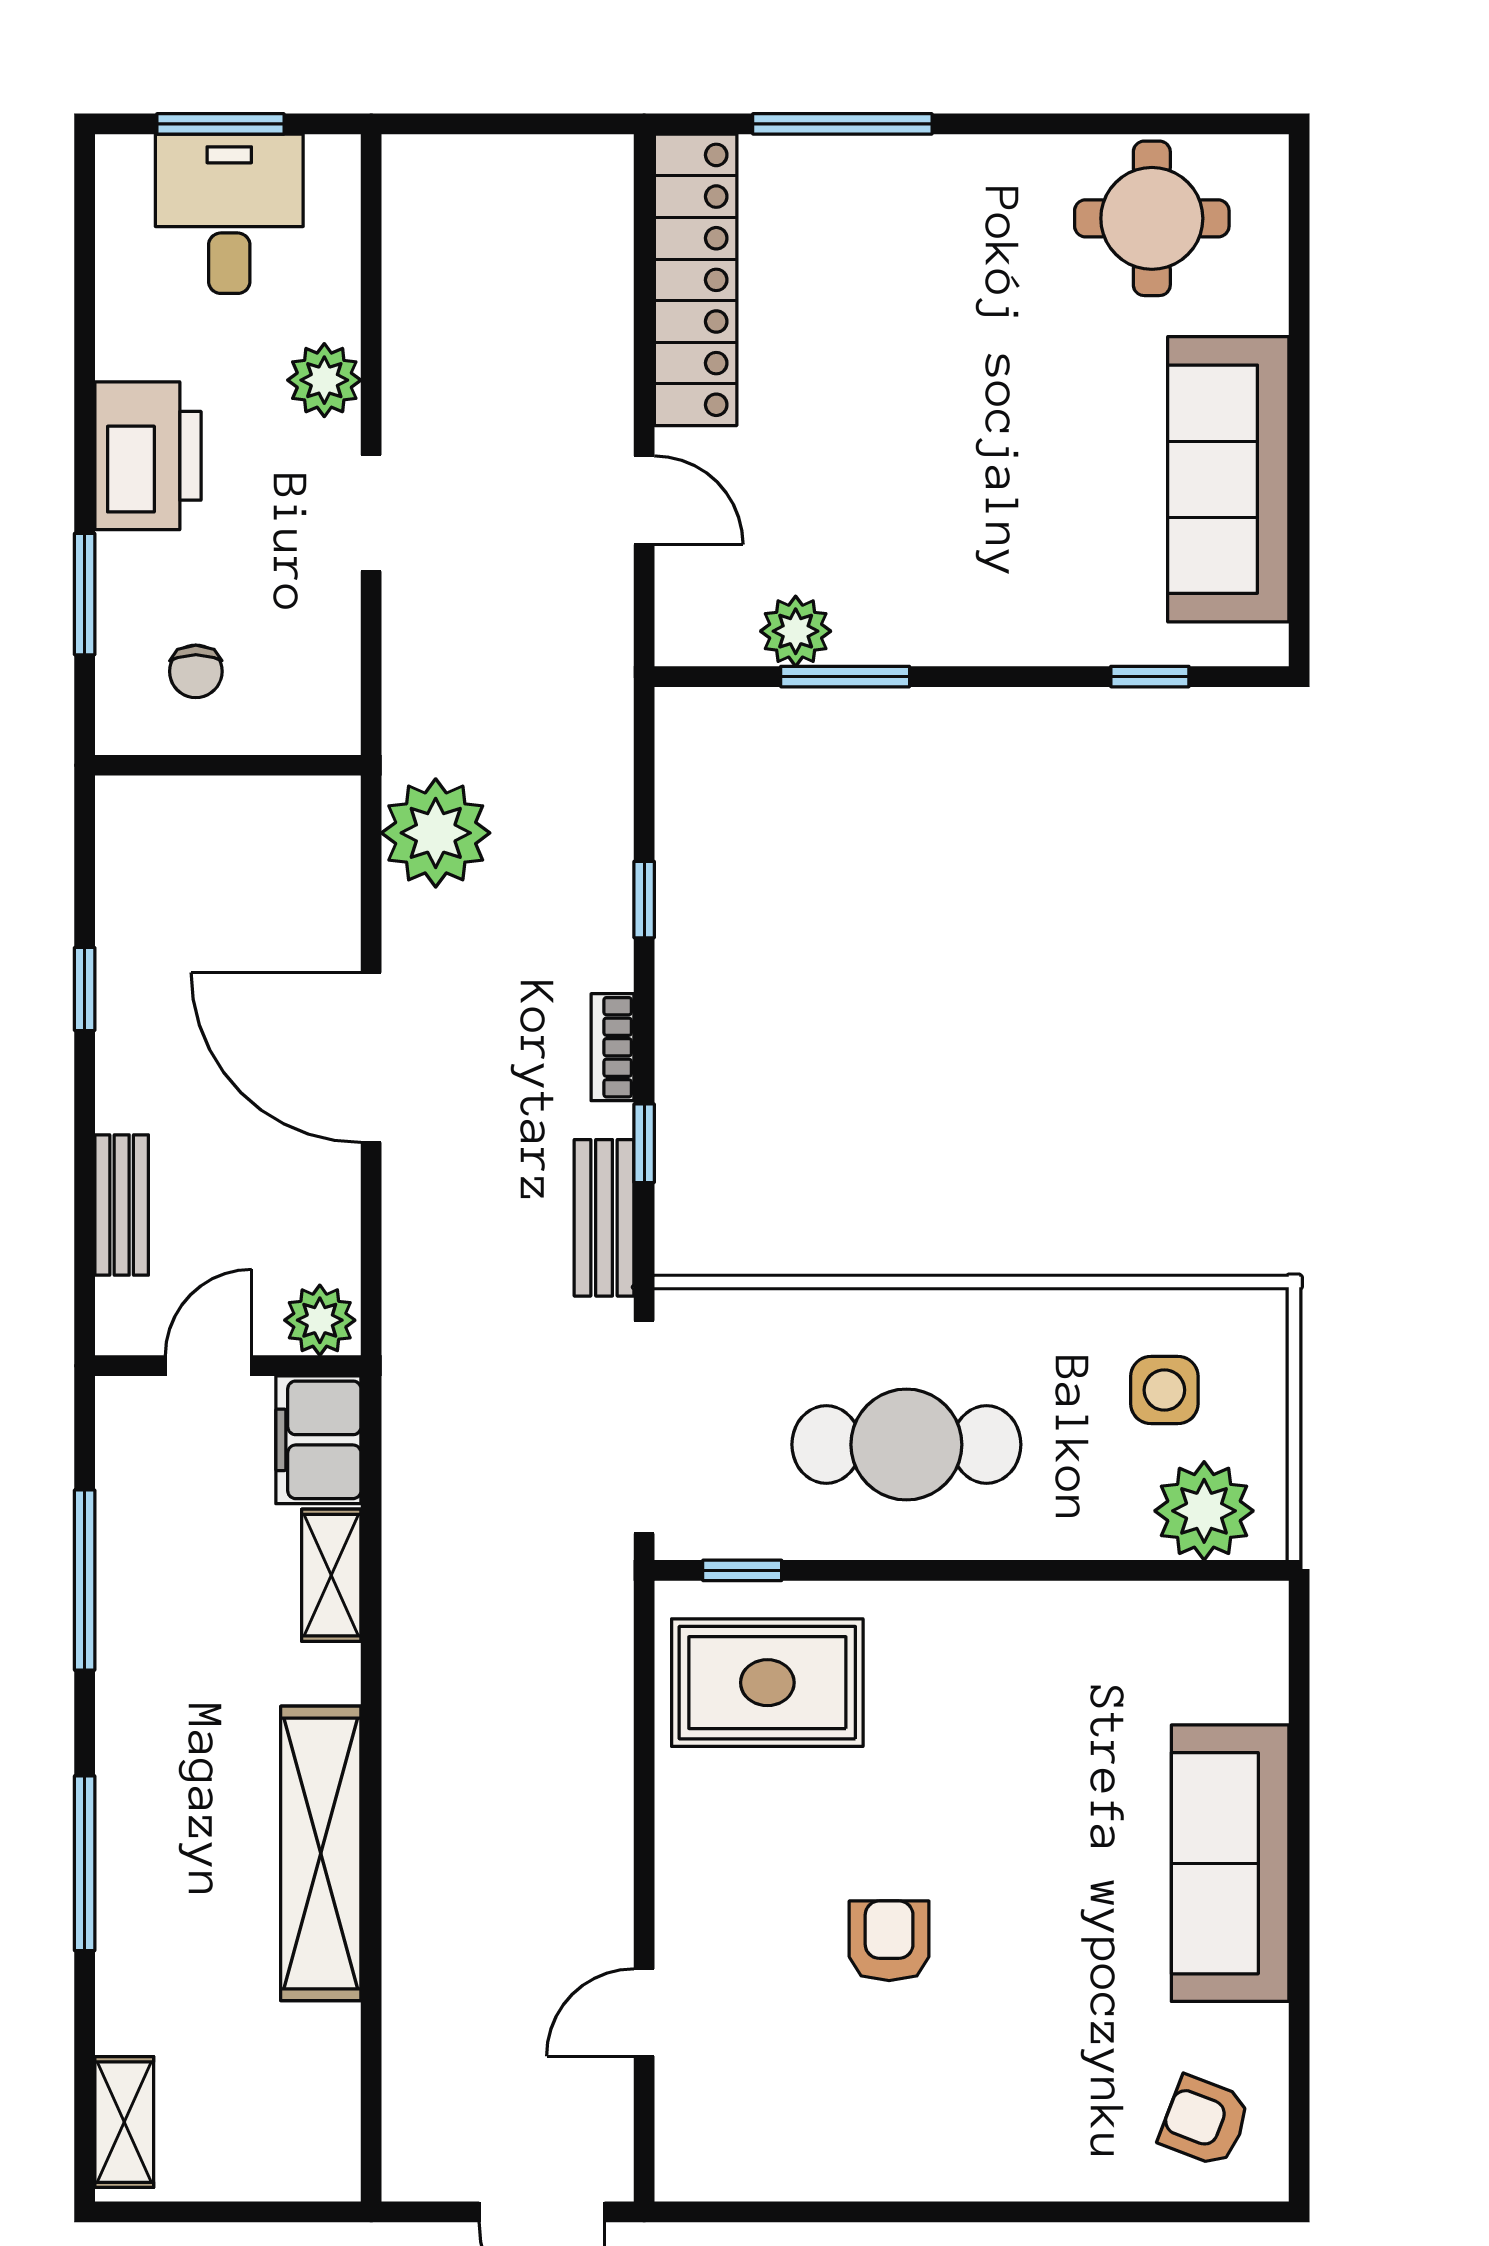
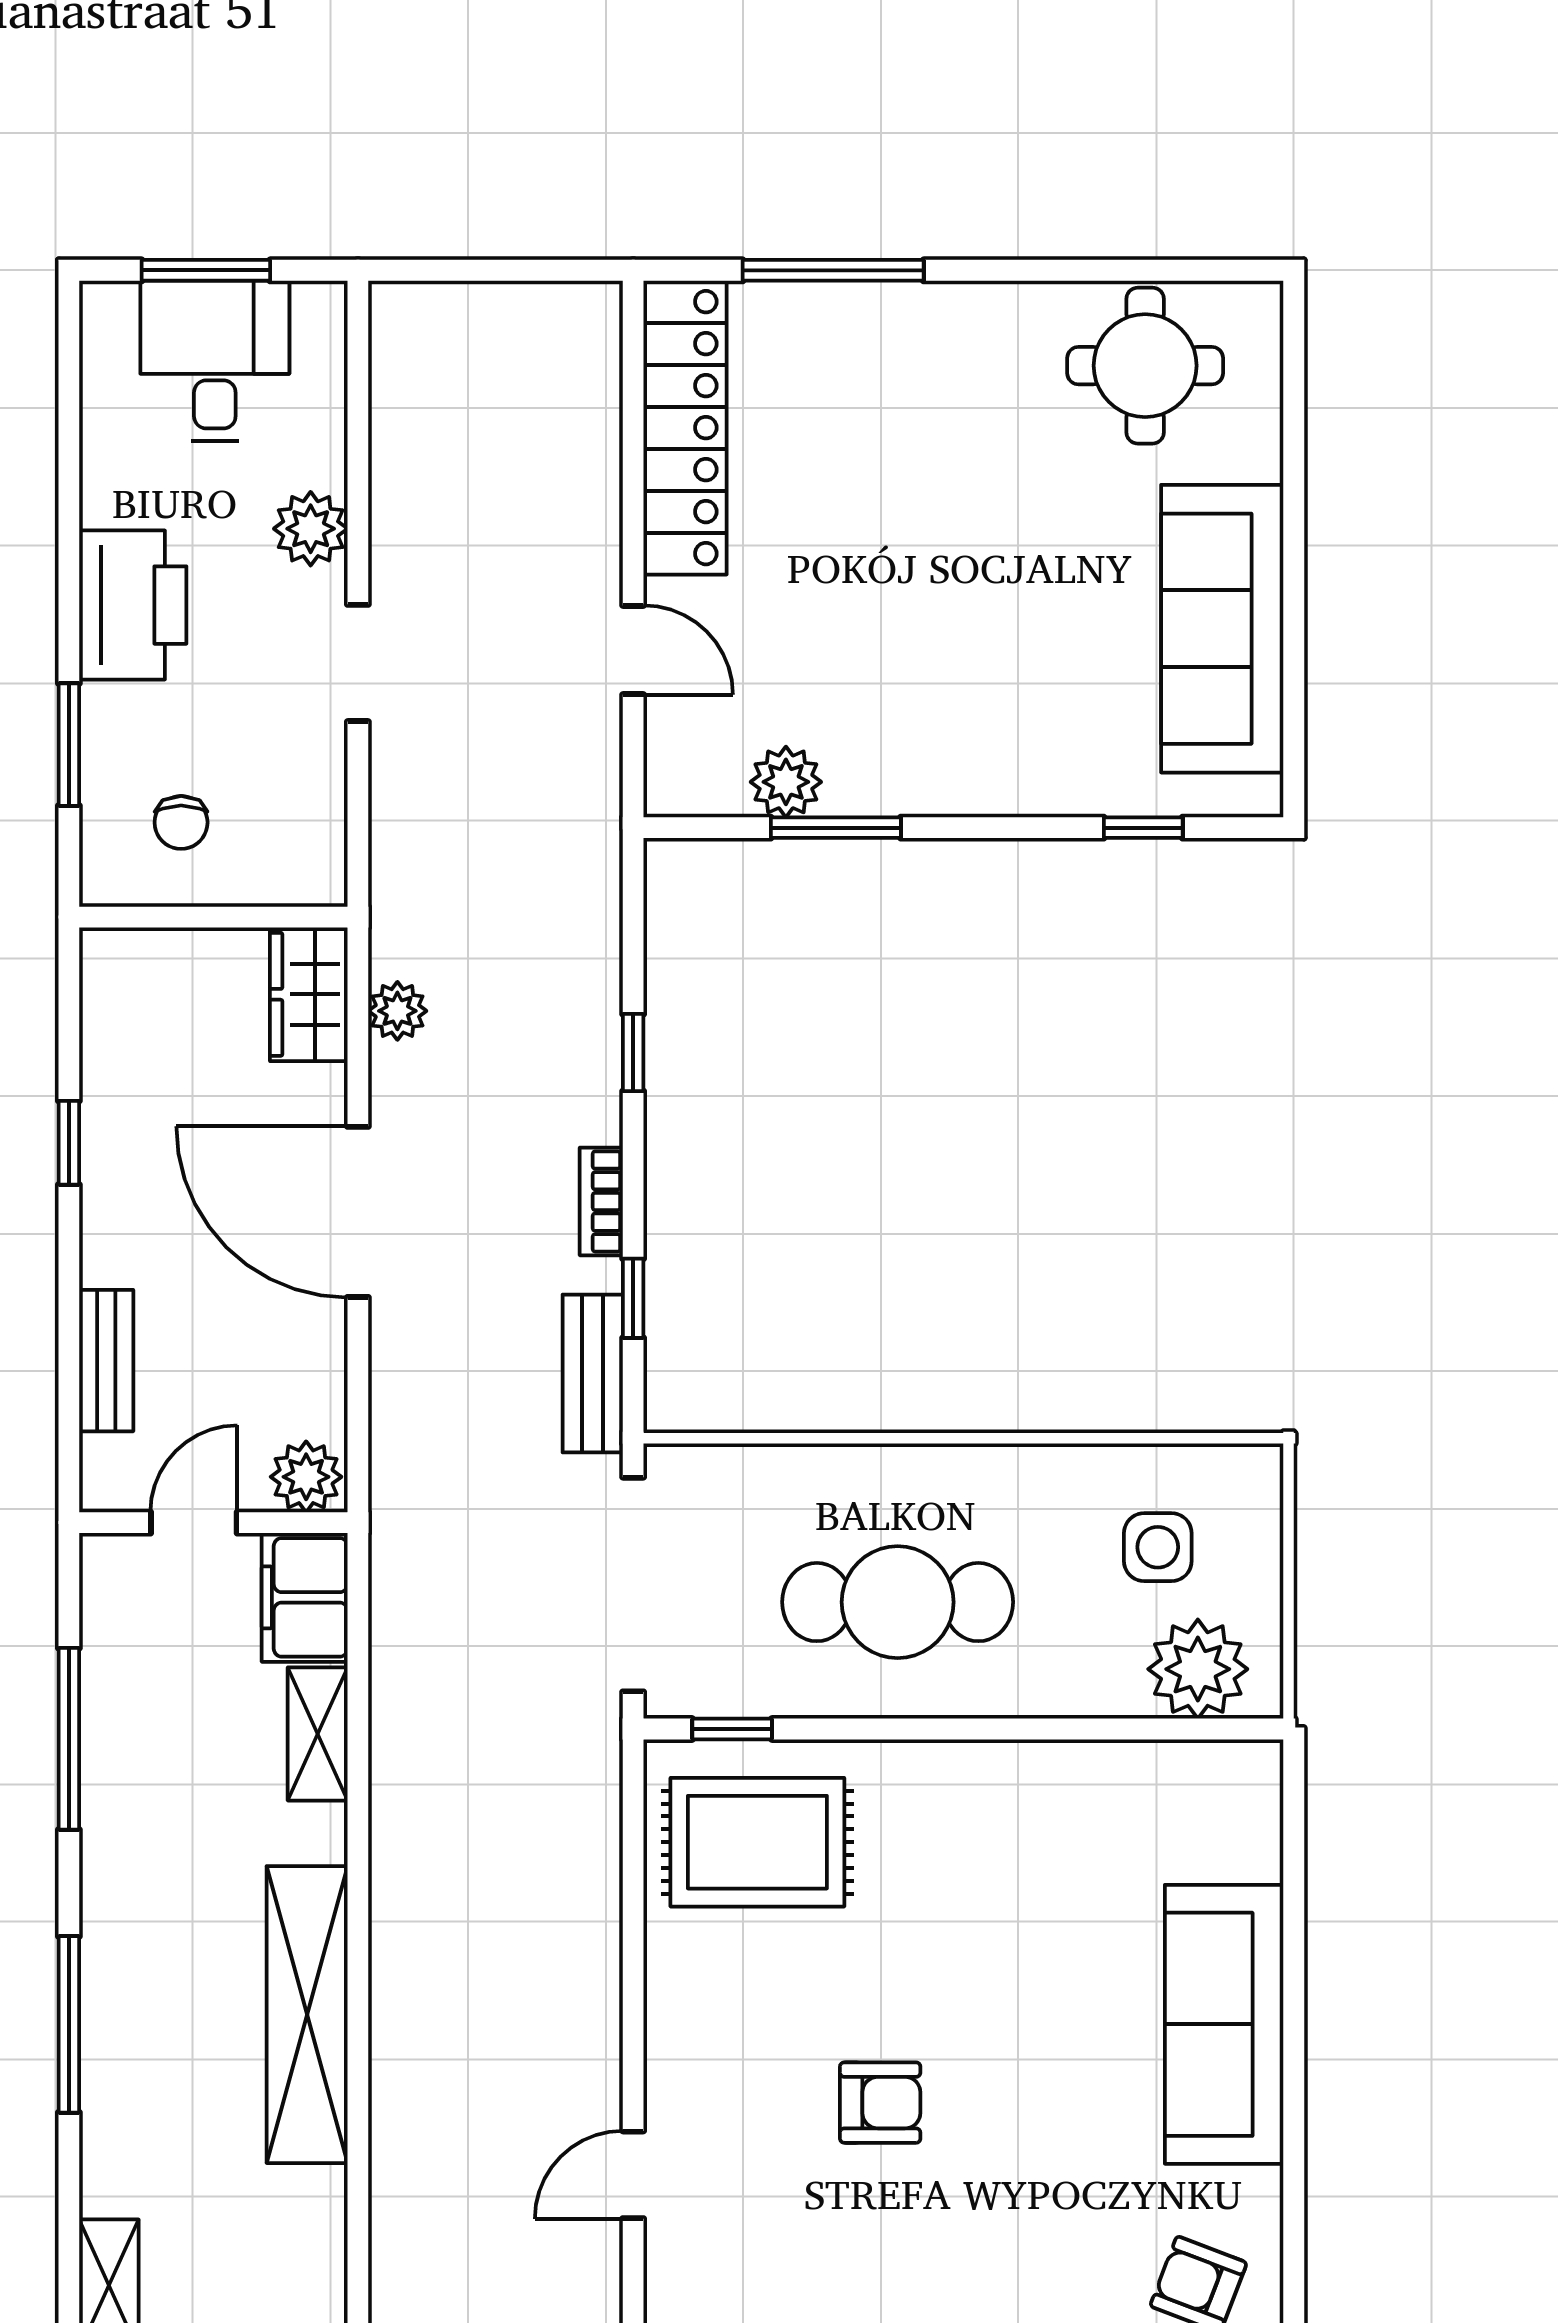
plant: (436, 833) -> (397, 1011), width x0.53, depth x0.53
wardrobe: (322, 842) -> (309, 994), added
armchair: (889, 1941) -> (880, 2103), turned 90

